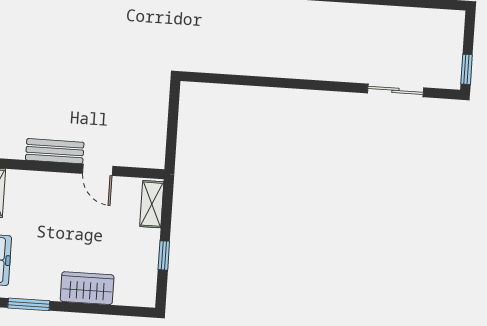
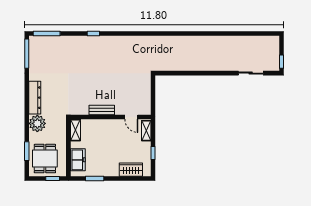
door: (98, 170) -> (131, 117), moved
wardrobe: (87, 288) -> (131, 170), moved

